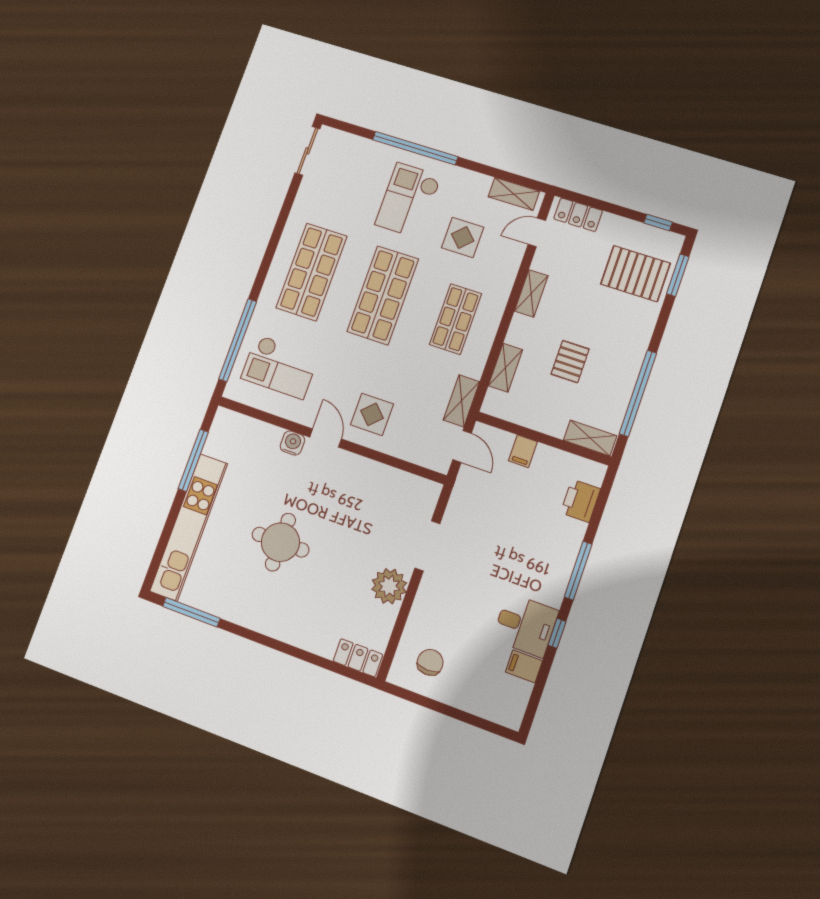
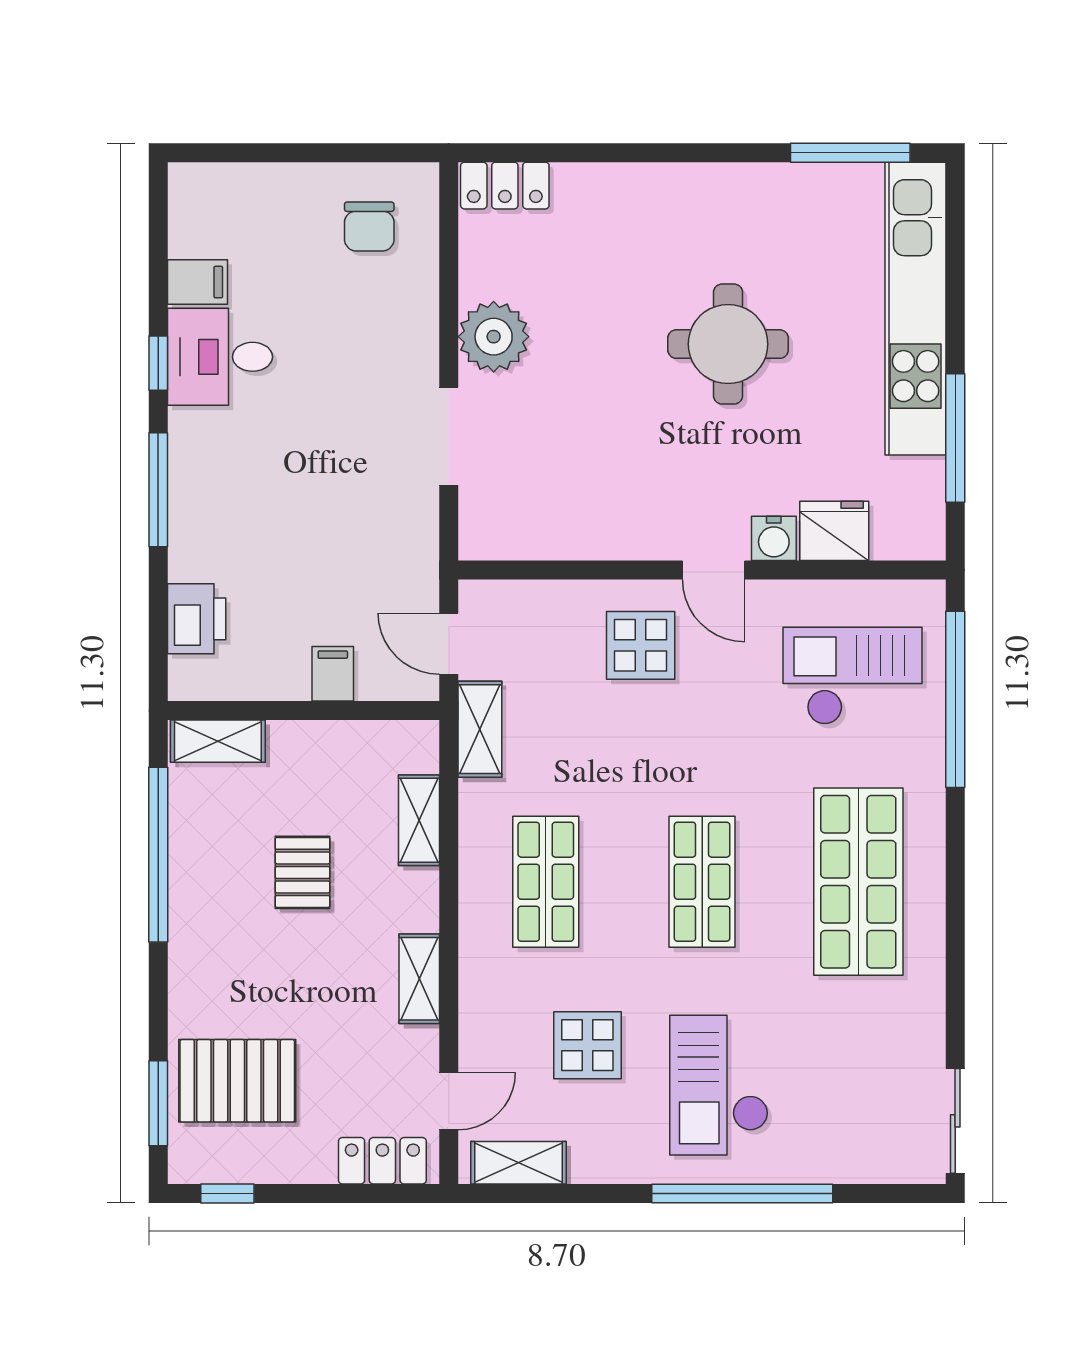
checkout: (408, 200) -> (719, 1085), turned 180
shop shelf: (383, 295) -> (702, 882), width x0.70, depth x0.74
fridge: (264, 437) -> (834, 531), added

